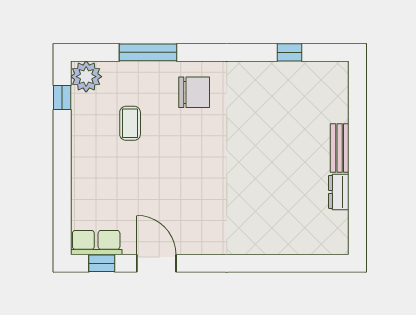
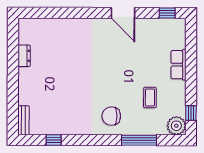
bench: (340, 148) -> (23, 120), moved
row of seats: (96, 243) -> (179, 65), moved, turned 90
door: (156, 263) -> (123, 13), moved

